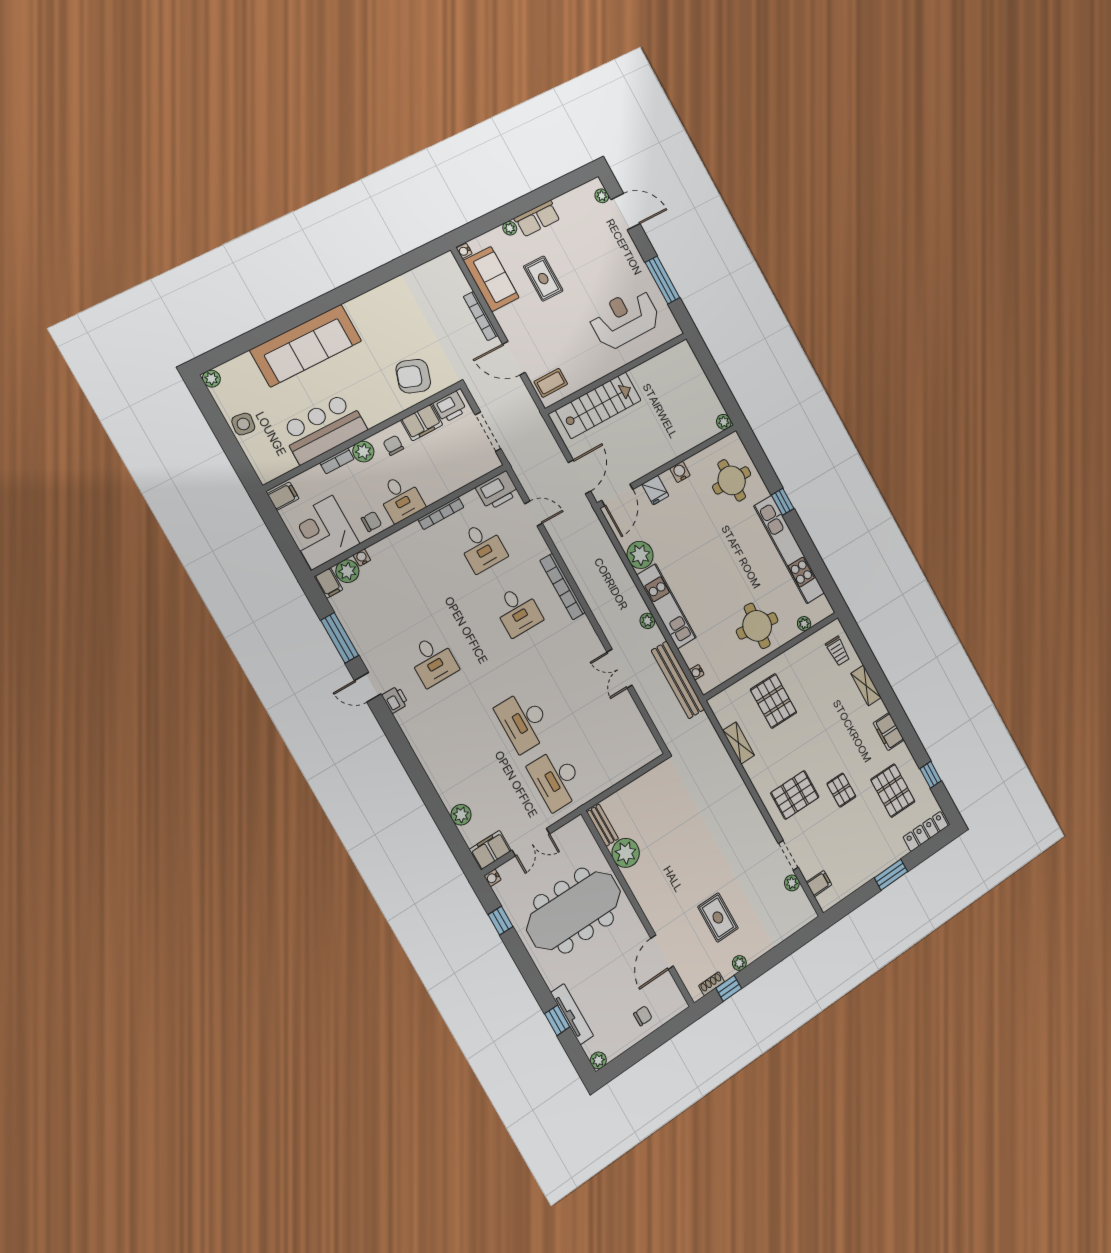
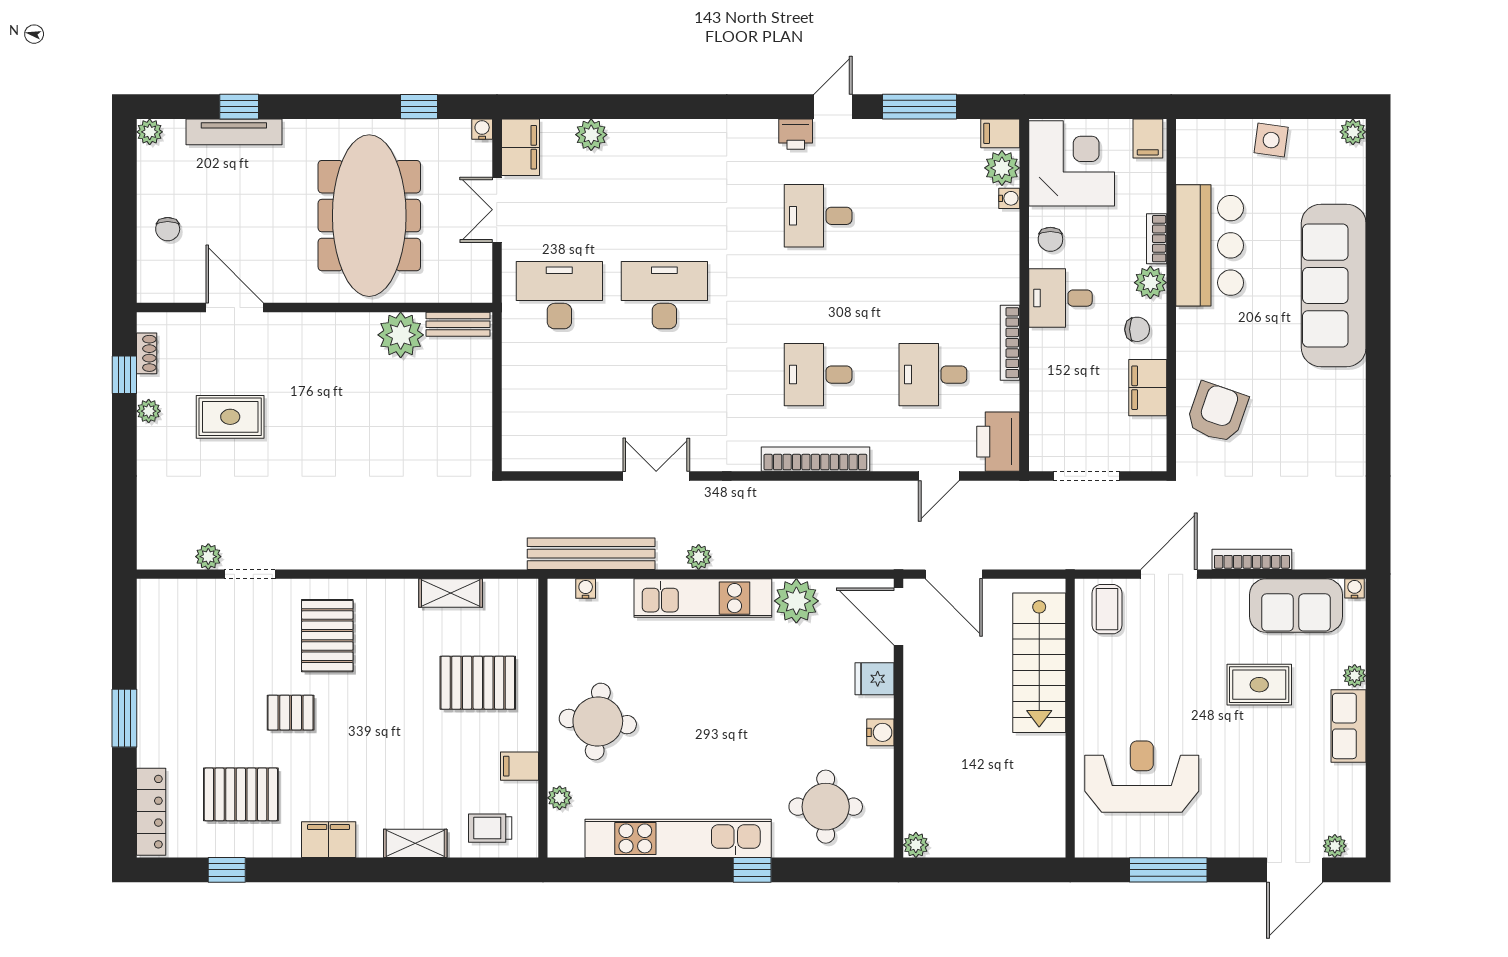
reception desk: (625, 319) -> (1142, 777), turned -90
printer: (450, 407) -> (1148, 441), removed
filing cabinet: (819, 884) -> (519, 766), moved, turned 90

